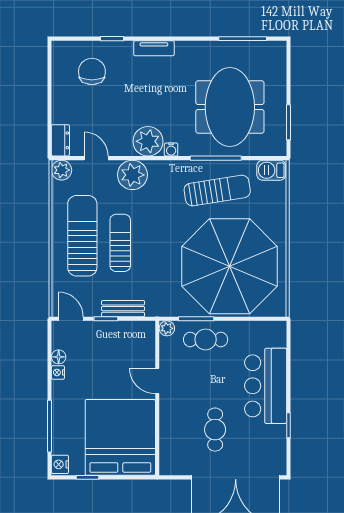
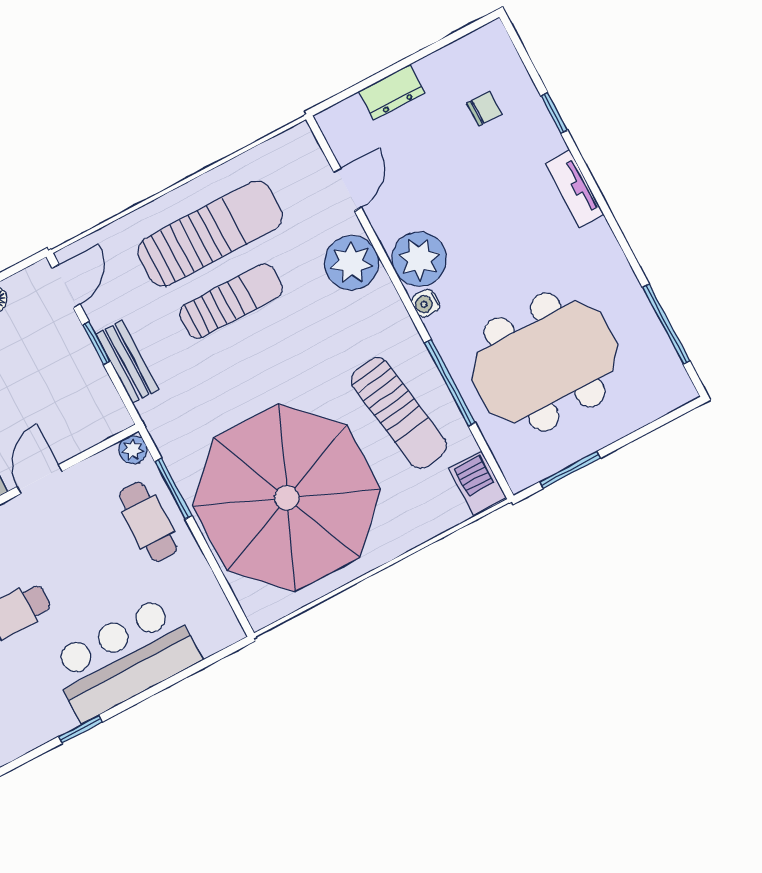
chair: (92, 71) -> (484, 109), width x0.54, depth x0.54
dresser: (60, 140) -> (392, 92), moved
plant: (62, 170) -> (298, 144), removed

